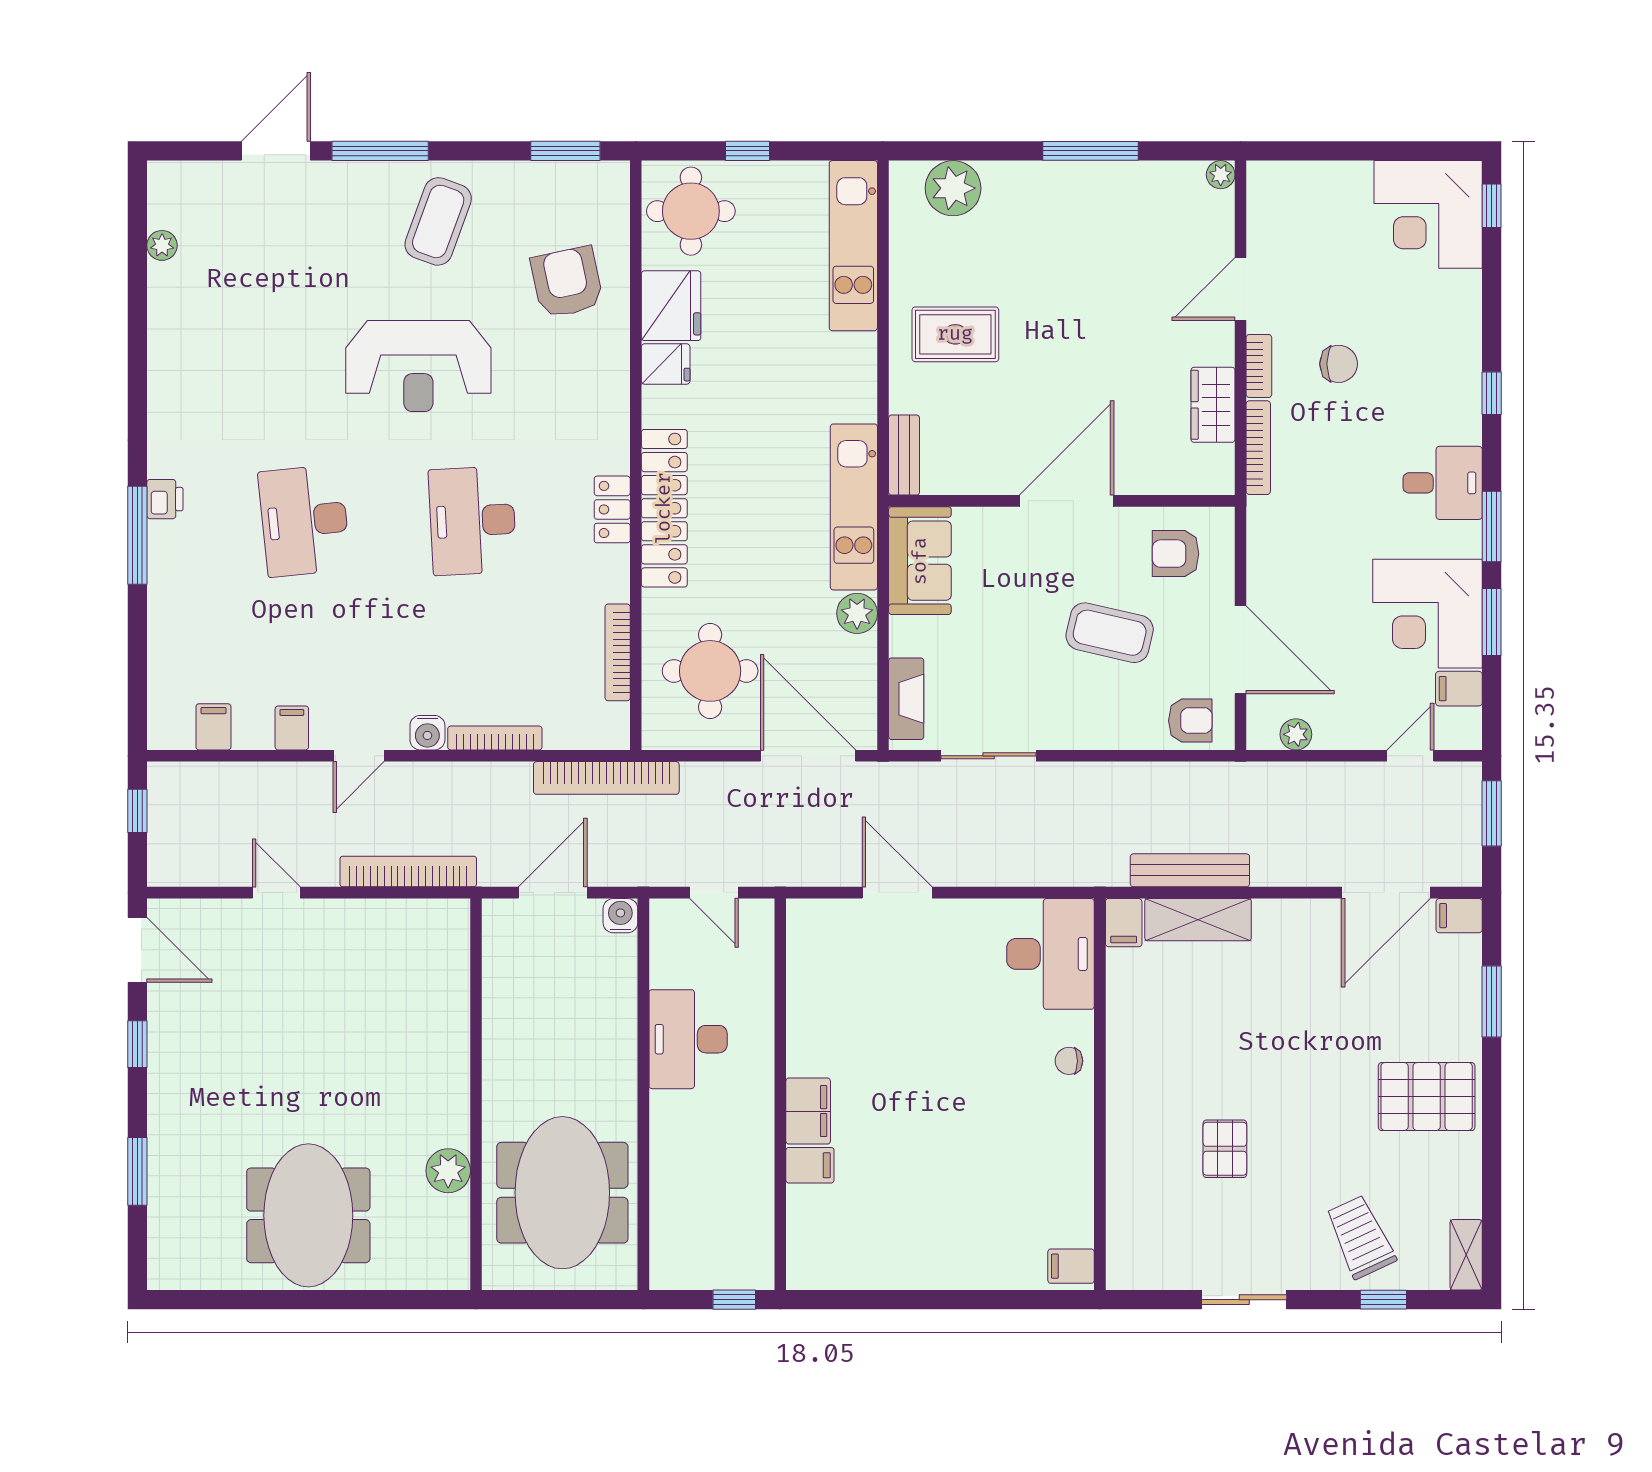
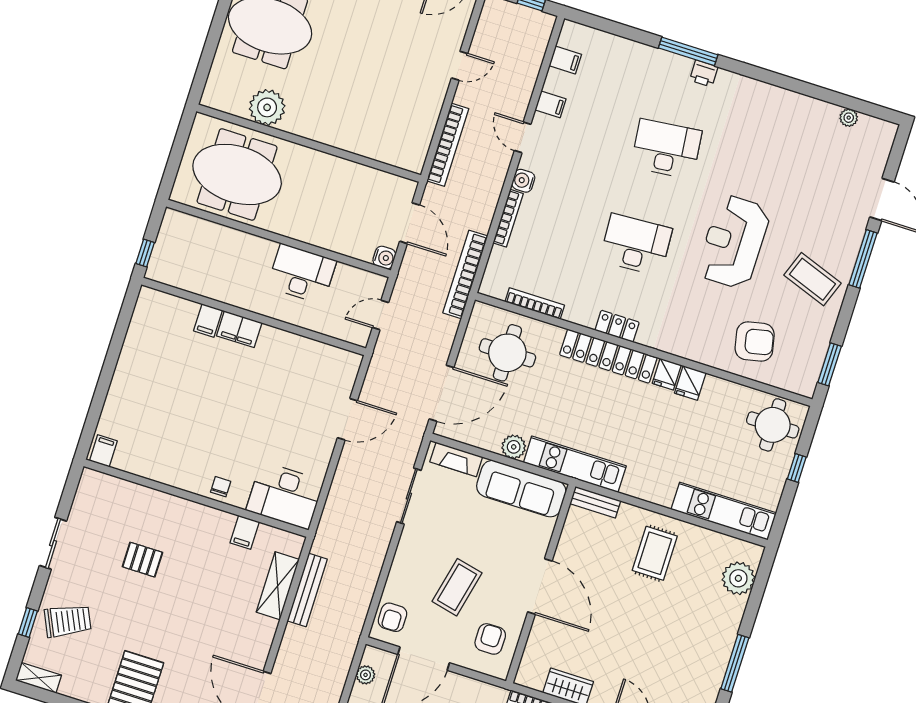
fridge: (671, 306) -> (667, 374), moved, width x0.53, depth x0.75
sofa: (920, 561) -> (521, 489), width x1.36
filing cabinet: (1124, 923) -> (245, 532), moved, turned -90
plant: (448, 1171) -> (267, 107), width x1.36, depth x1.36

